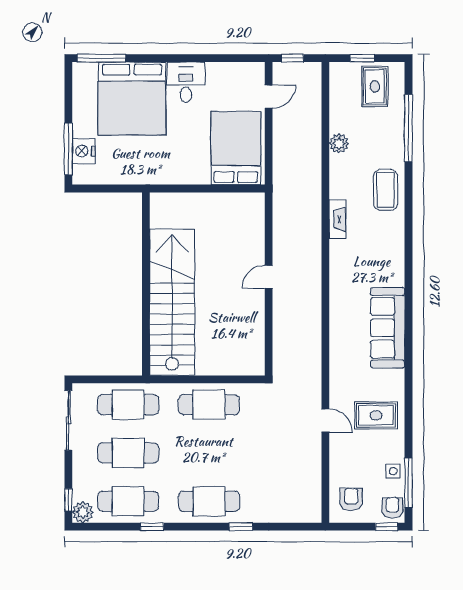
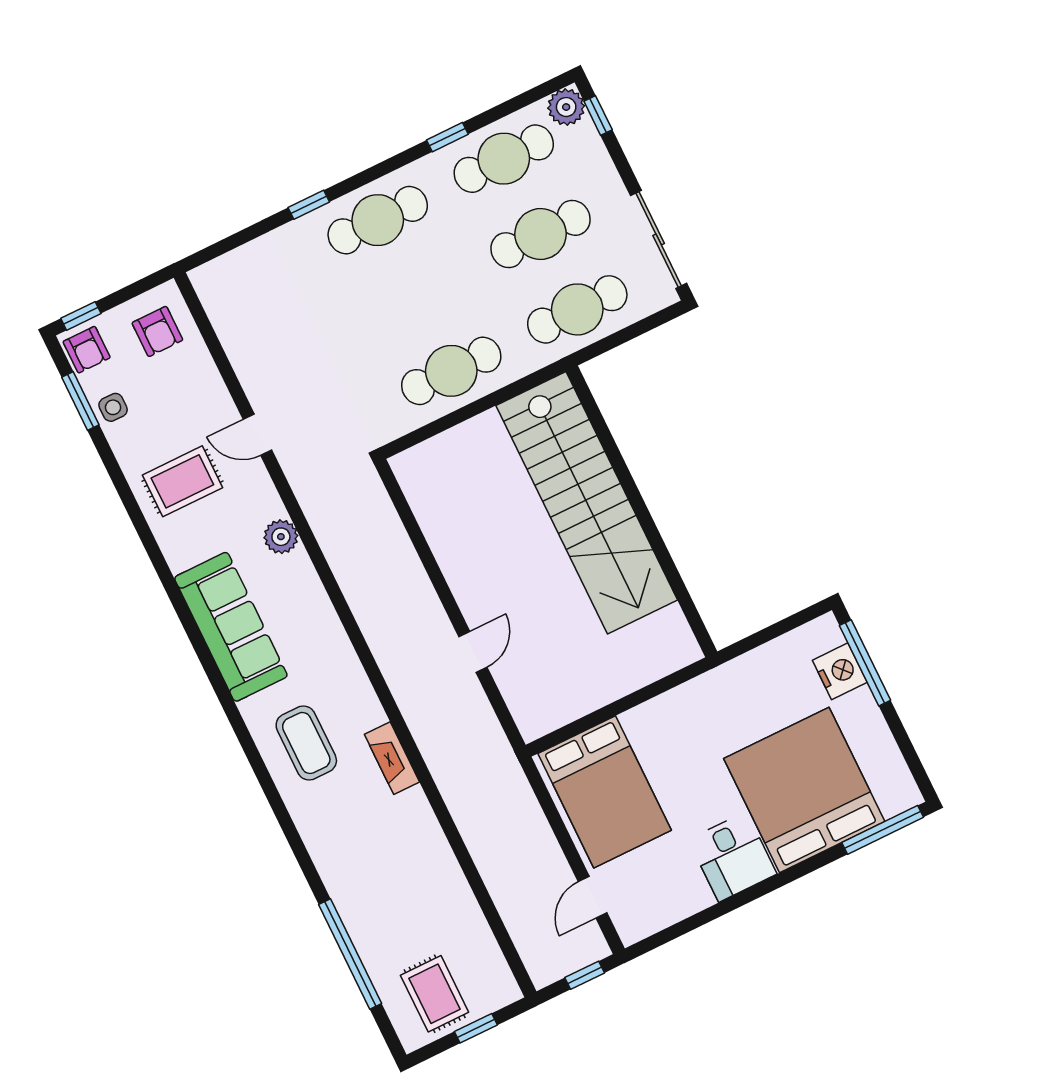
plant: (339, 143) -> (281, 537), moved
coffee table: (386, 190) -> (306, 743), moved
door: (269, 277) -> (473, 652), moved
window: (408, 483) -> (80, 401), width x0.69

